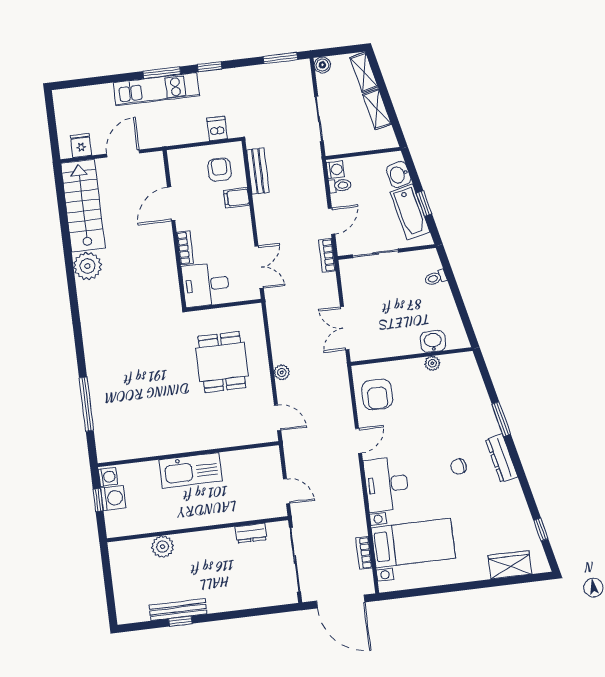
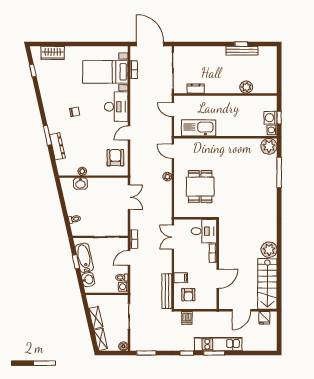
bench: (258, 171) -> (167, 291), width x1.36
plant: (110, 448) -> (269, 146), added
dresser: (502, 458) -> (57, 146), moved
kitchen sink: (191, 470) -> (199, 128), moved

